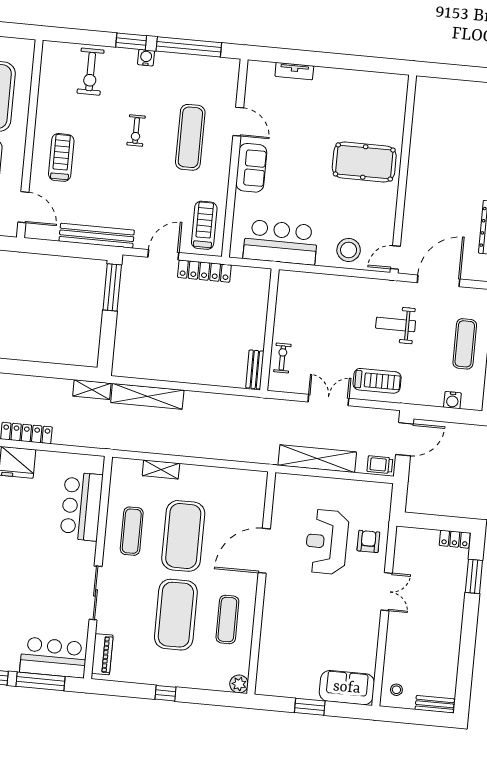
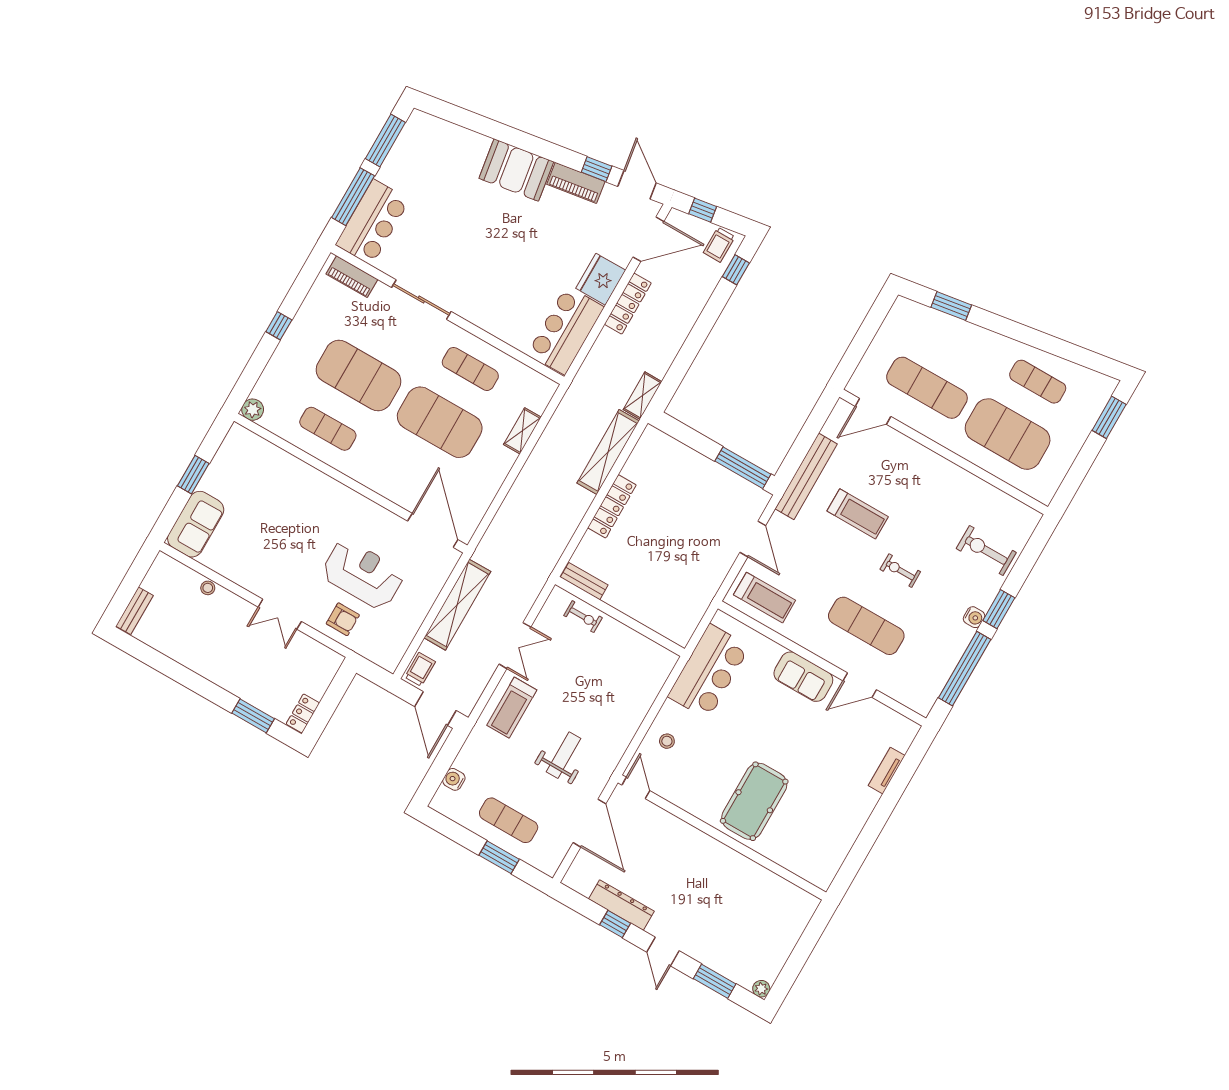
treadmill: (61, 157) -> (858, 514), moved
stool: (349, 250) -> (667, 741), width x0.53, depth x0.53
locker: (204, 271) -> (612, 506), moved, turned 180
bar counter: (82, 506) -> (566, 330), moved, turned -90
door: (264, 551) -> (433, 530), moved
stool: (396, 690) -> (208, 588), moved

